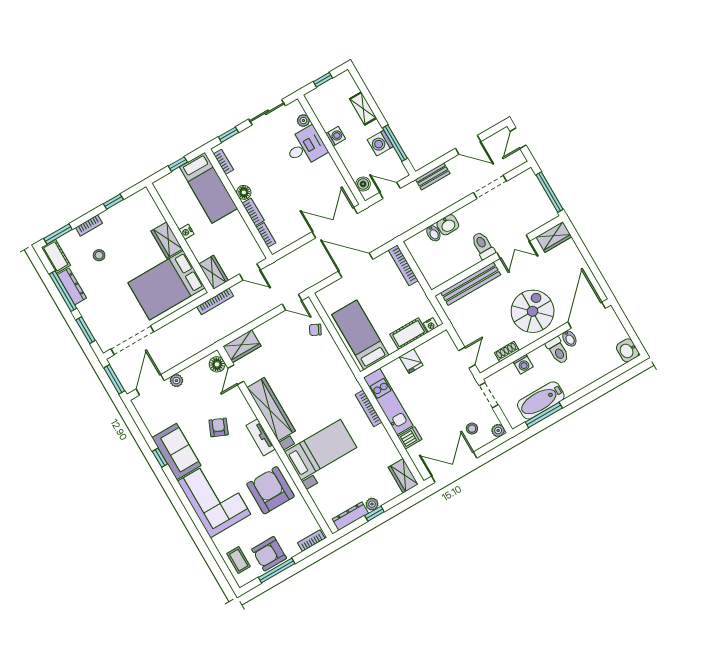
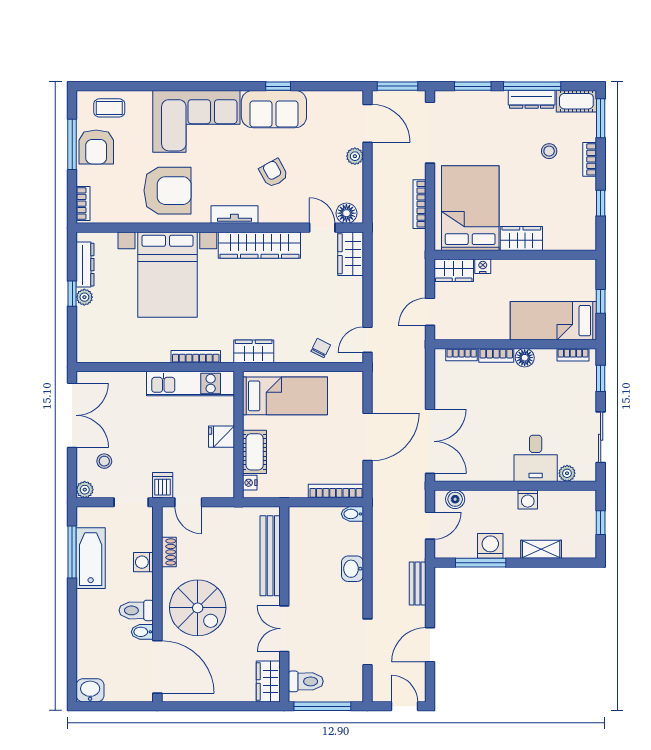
nightstand: (186, 232) -> (483, 266), moved
bidet: (433, 233) -> (352, 514), moved
toilet: (483, 245) -> (306, 681), moved
bookcase: (215, 301) -> (420, 204), moved
armchair: (219, 427) -> (274, 173), turned -142
dishwasher: (410, 438) -> (163, 485), moved, turned 180
bed with nightstands: (321, 450) -> (167, 275), width x1.36
wardrobe: (403, 476) -> (254, 351), moved
armchair: (269, 554) -> (96, 147), turned 180

